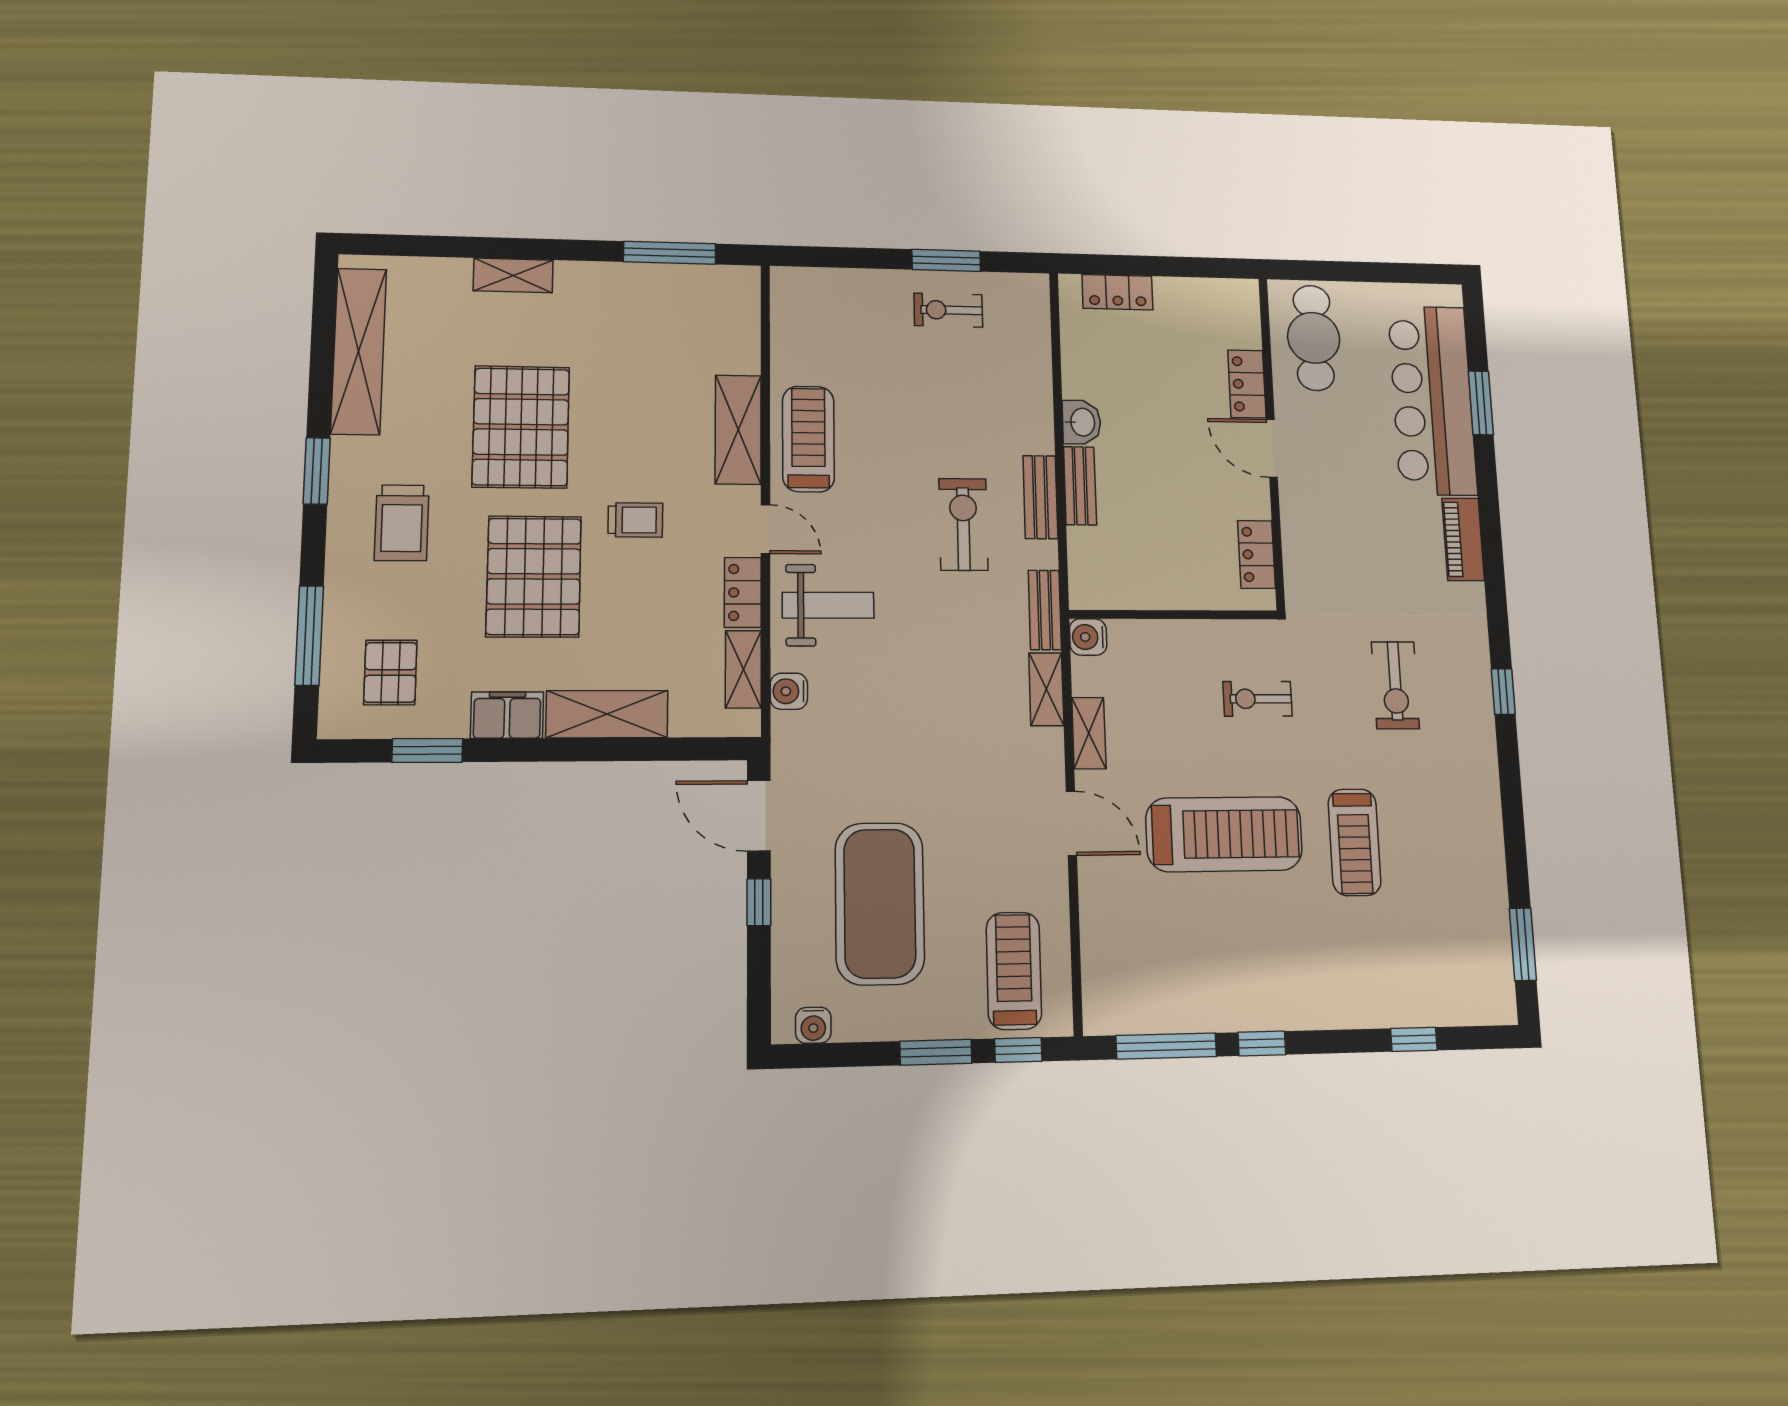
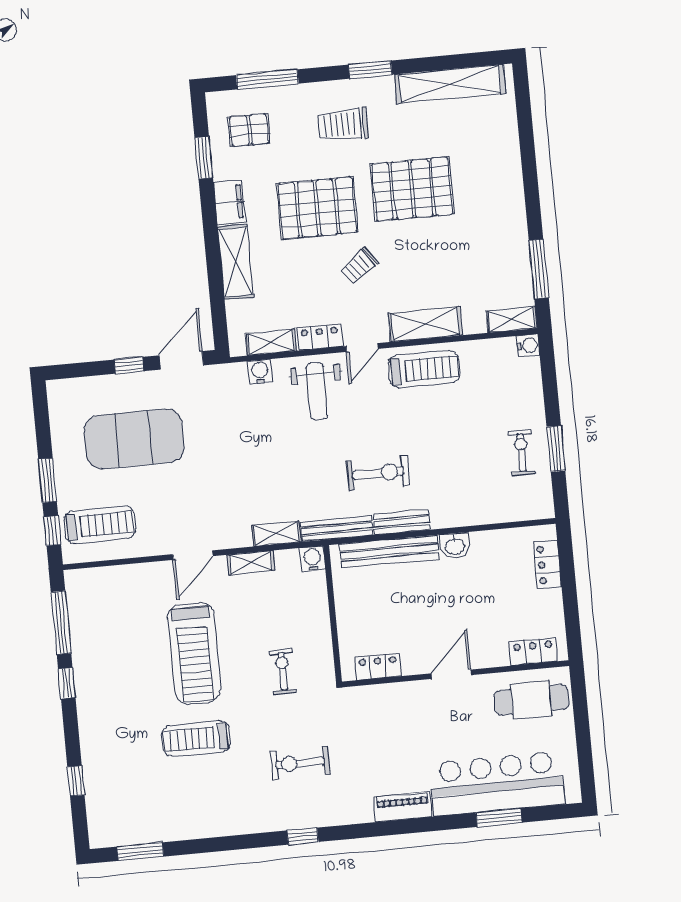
shelving: (513, 275) -> (512, 319), moved, turned 90
locker: (1247, 384) -> (533, 652), moved
bench: (1080, 486) -> (389, 552), width x1.86, depth x1.21
trolley: (635, 520) -> (359, 266), turned 53
bench: (1045, 610) -> (337, 529), width x1.36
water cooler: (813, 1025) -> (528, 345), moved, turned 180

